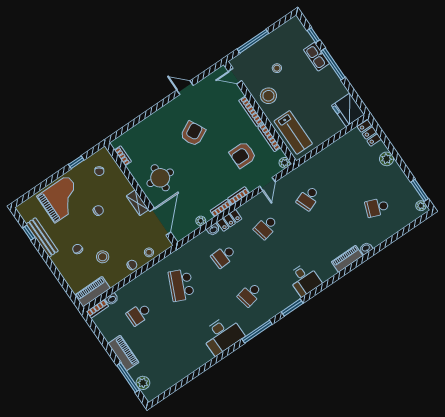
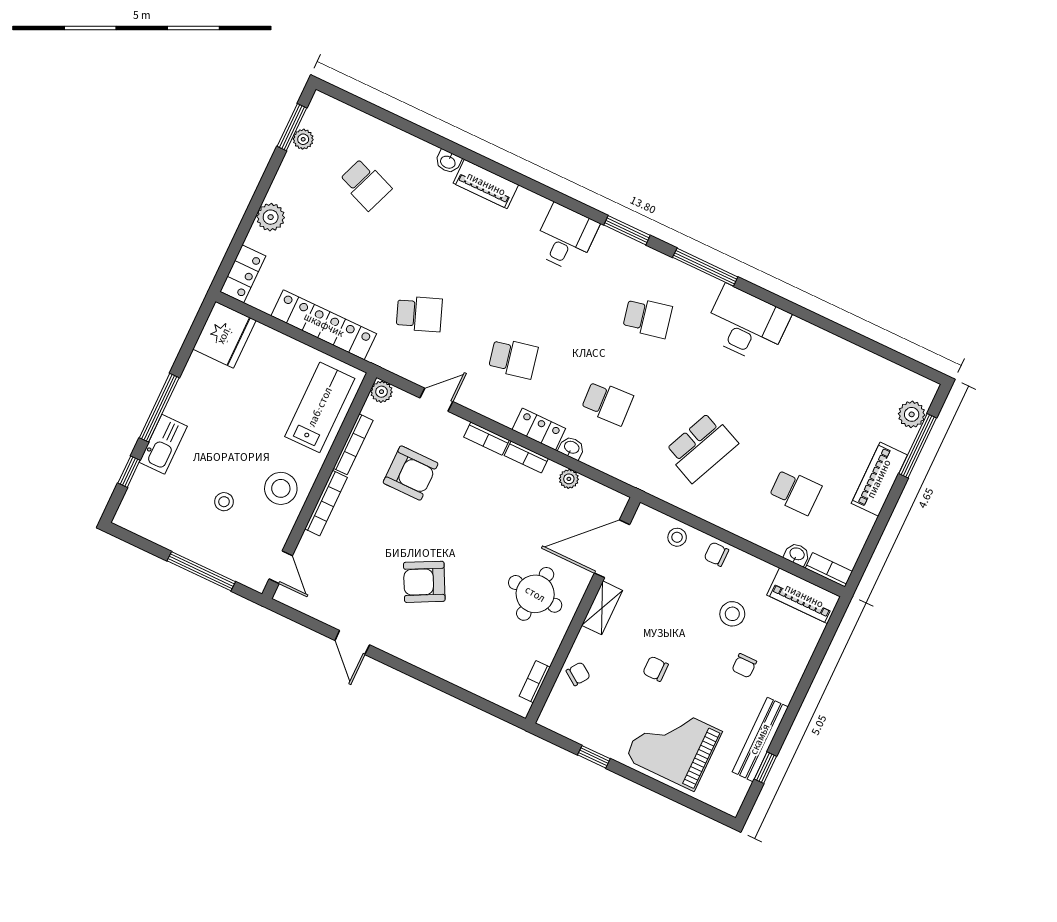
locker: (327, 155) -> (324, 325), added
chair: (99, 171) -> (578, 674), moved
plant: (421, 206) -> (303, 139), moved

